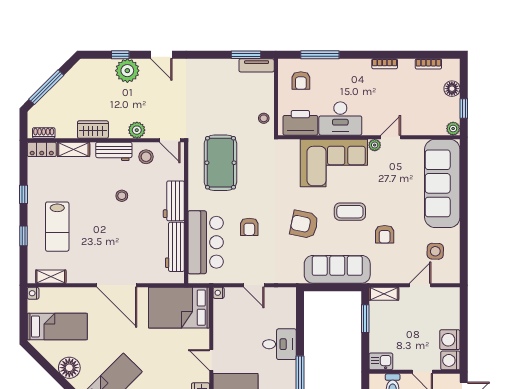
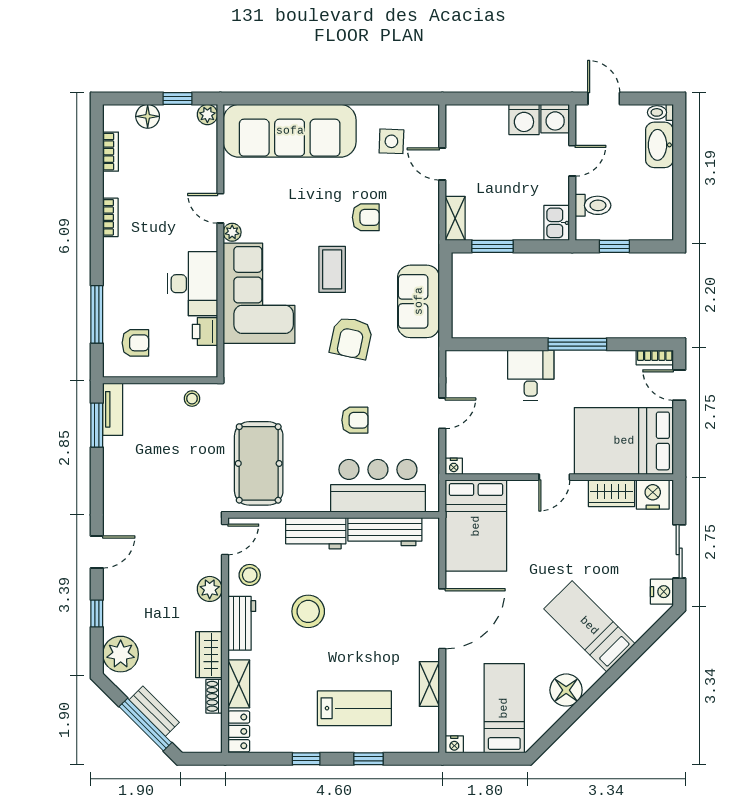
plant: (127, 71) -> (121, 654), moved
bench: (55, 93) -> (154, 711), added
printer: (300, 123) -> (205, 331), width x0.53, depth x0.68
shoe rack: (44, 133) -> (214, 696), moved
pool table: (220, 163) -> (259, 463), turned 90
stool: (122, 196) -> (308, 611), width x1.89, depth x1.89
sofa: (337, 269) -> (419, 301), width x0.73
shelving: (51, 277) -> (429, 684), moved

